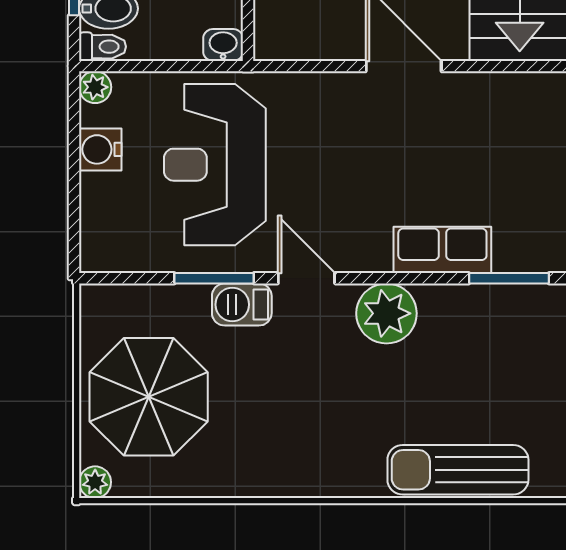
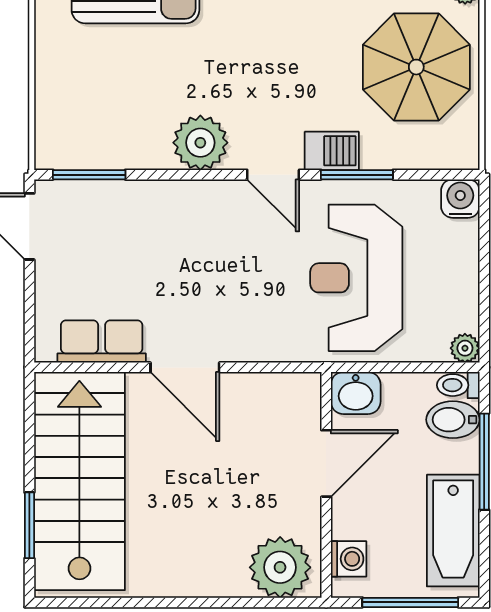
washbasin: (223, 45) -> (356, 393), width x1.38, depth x1.45
water cooler: (100, 149) -> (460, 199), moved, turned -90
reception desk: (215, 165) -> (356, 278), turned 180
row of seats: (442, 250) -> (102, 342), moved, turned 180

